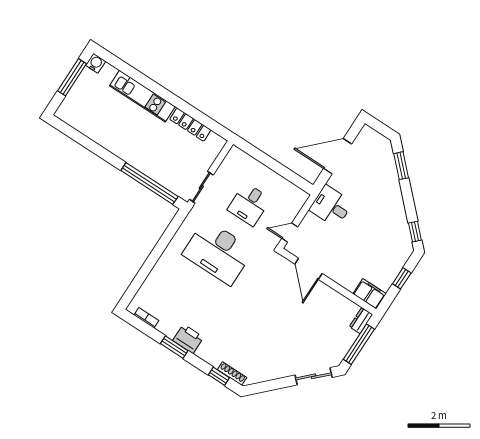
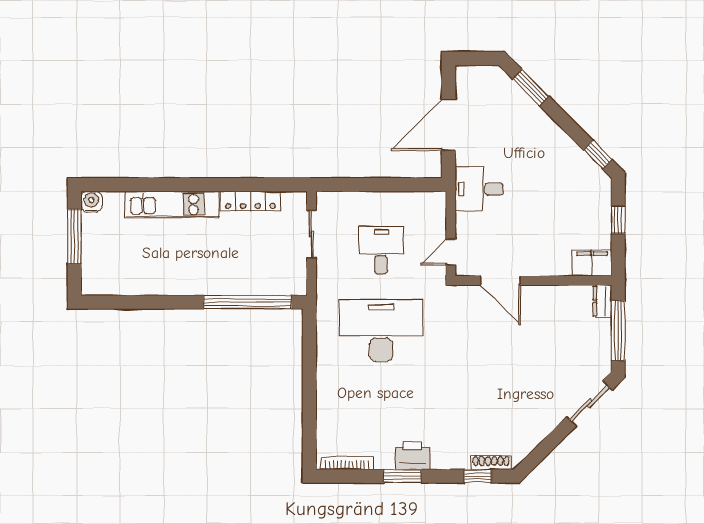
sliding door: (201, 187) -> (311, 234), moved
desk: (249, 204) -> (381, 250), turned 180
desk: (218, 252) -> (381, 330), turned 180
bookcase: (146, 318) -> (347, 463), width x1.56

